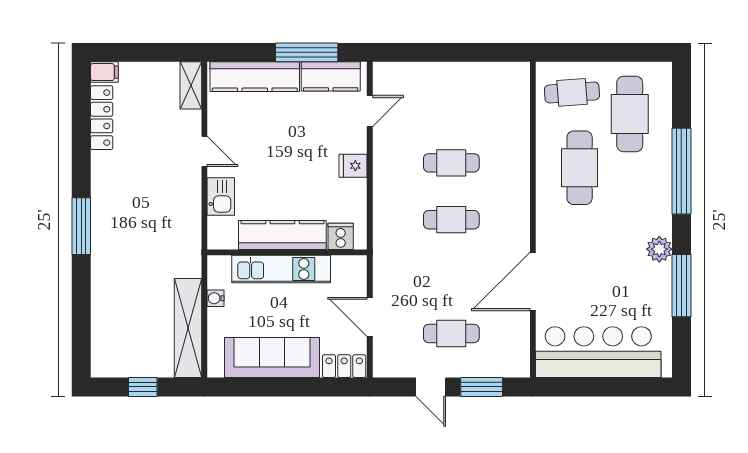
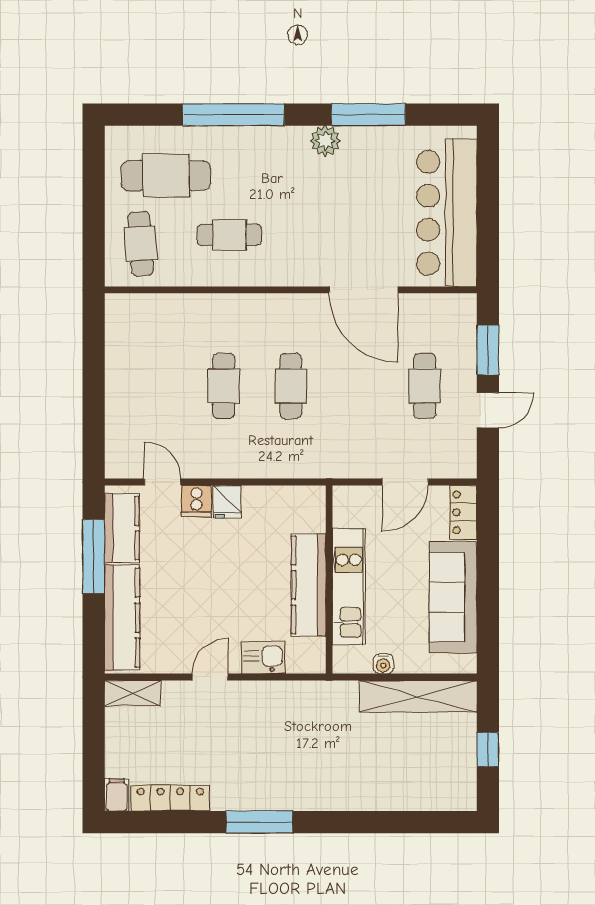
cafe table: (580, 168) -> (229, 235), width x0.73, depth x0.74
window: (81, 226) -> (259, 822), moved
cooker: (341, 236) -> (196, 501), moved, turned -90

